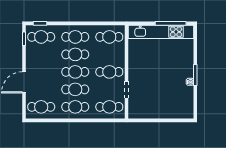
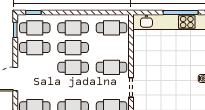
cafe table: (75, 89) -> (35, 48), moved

